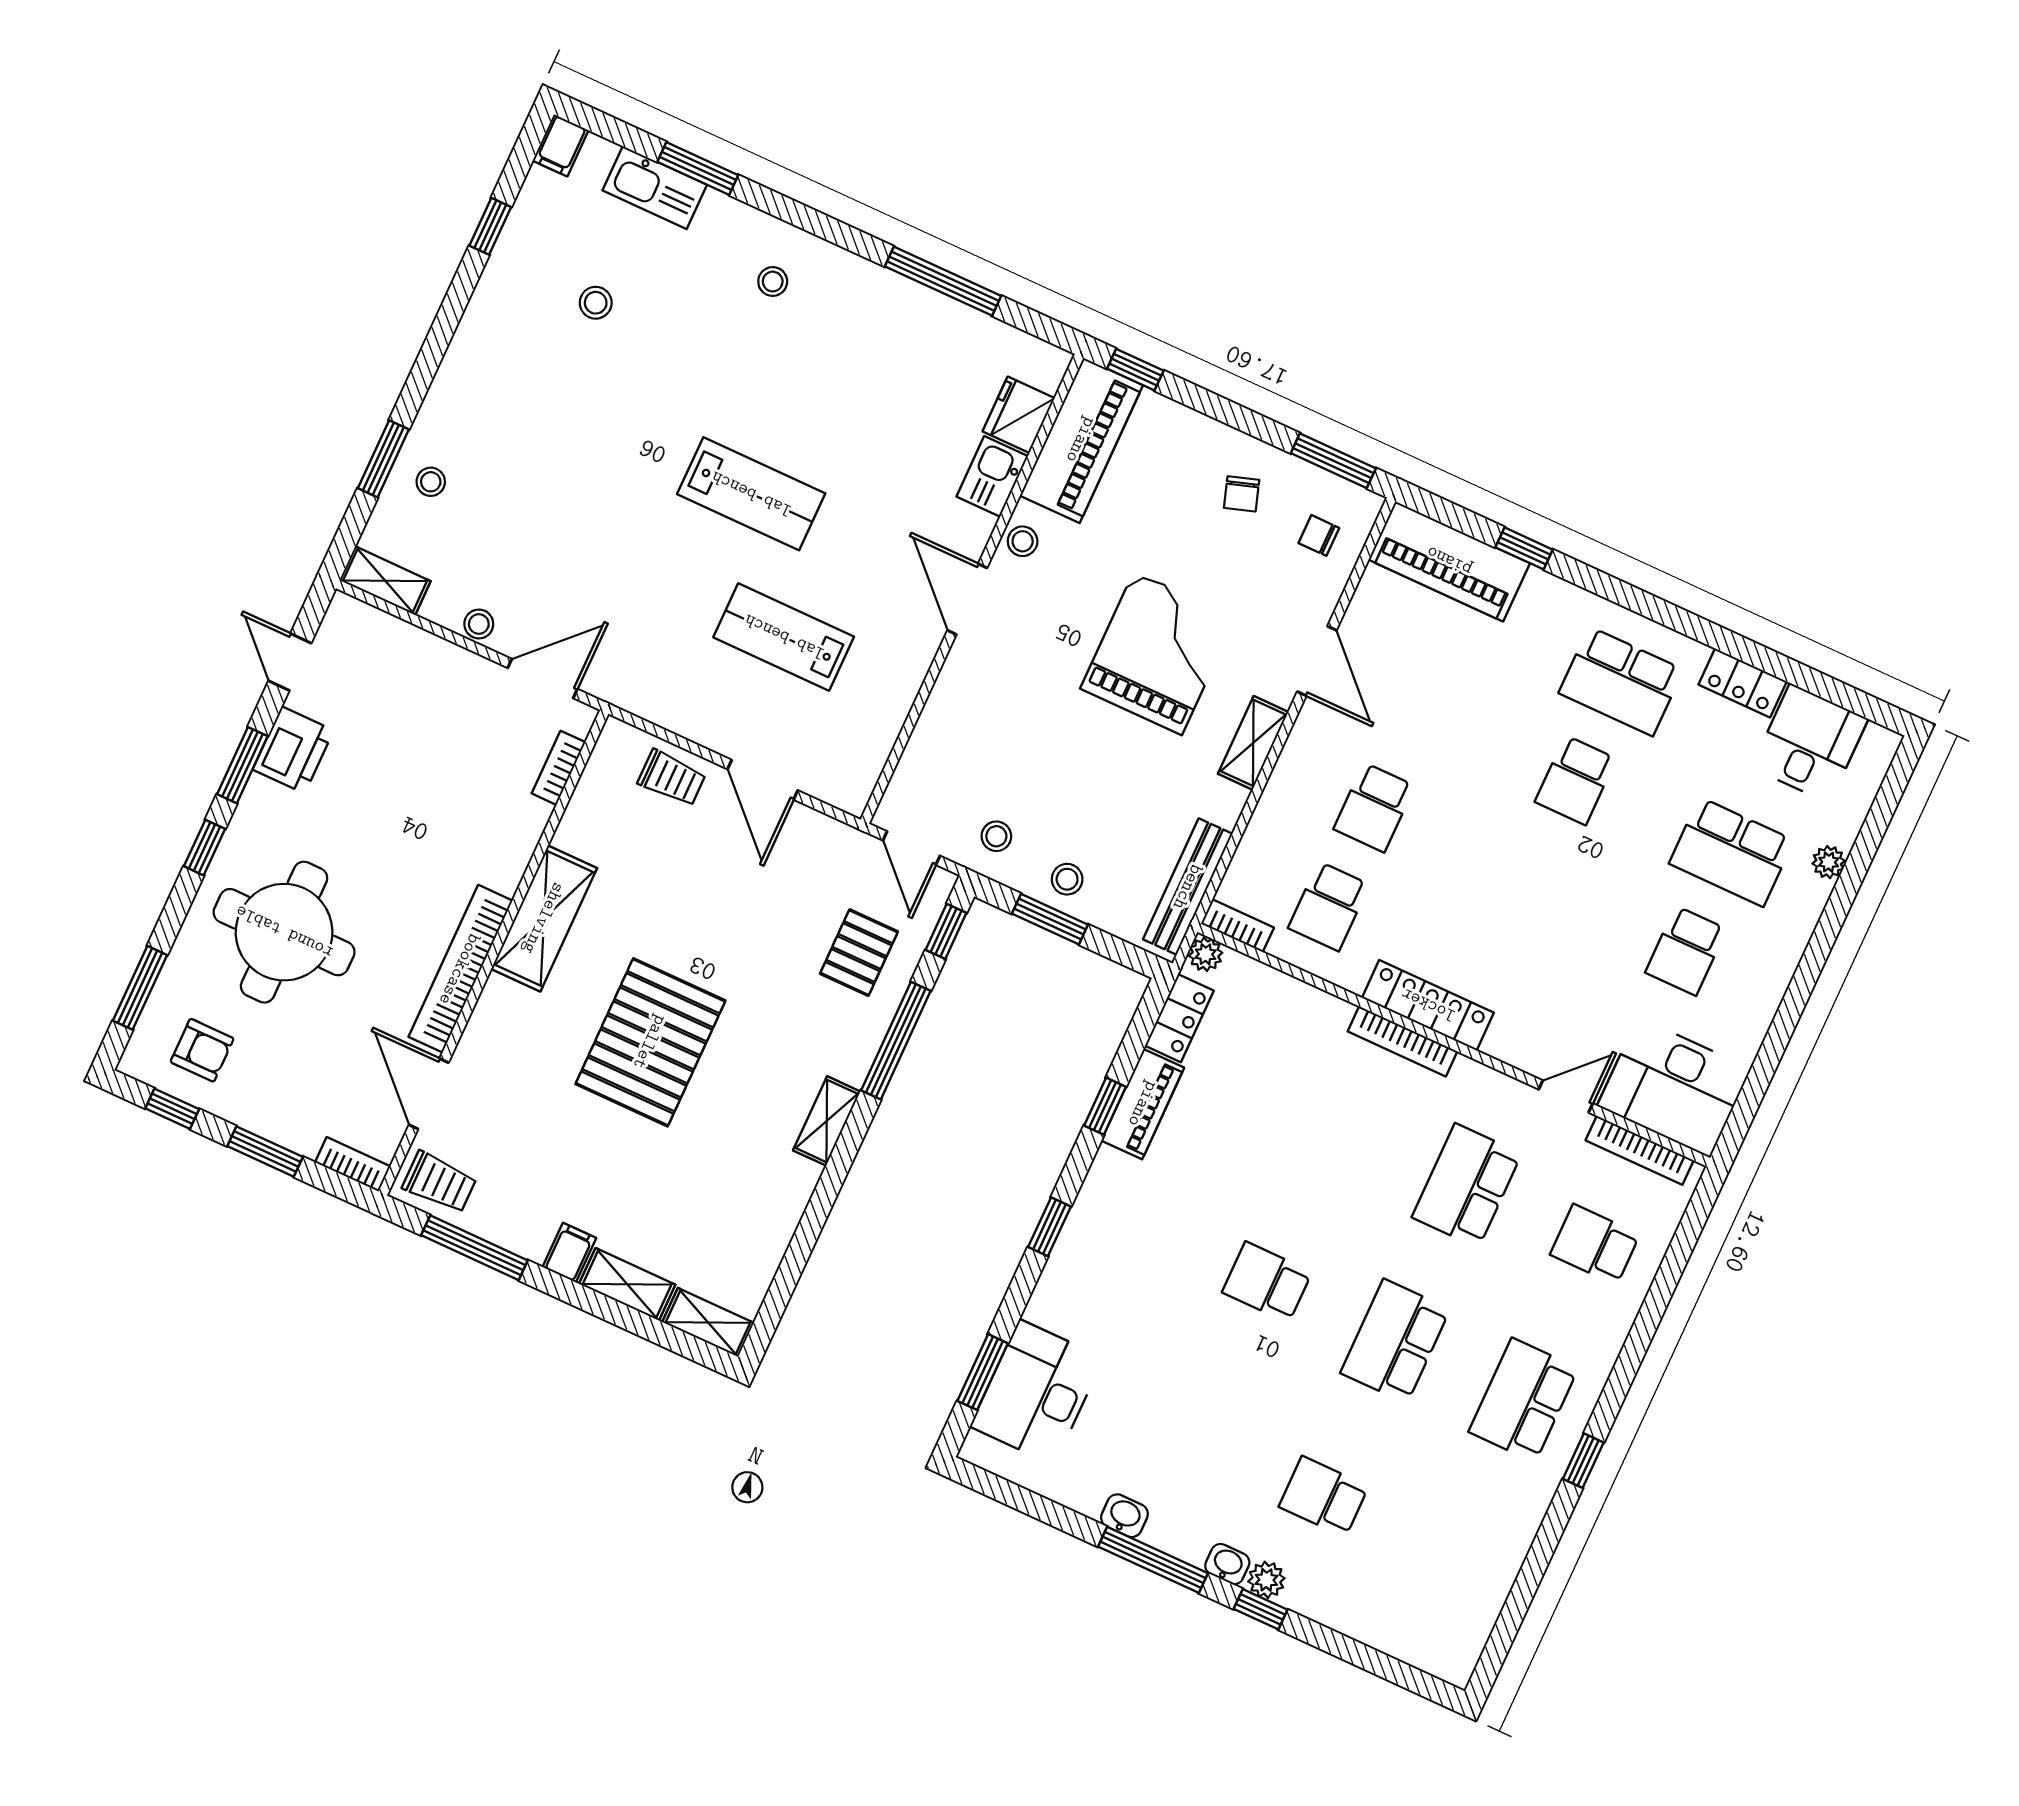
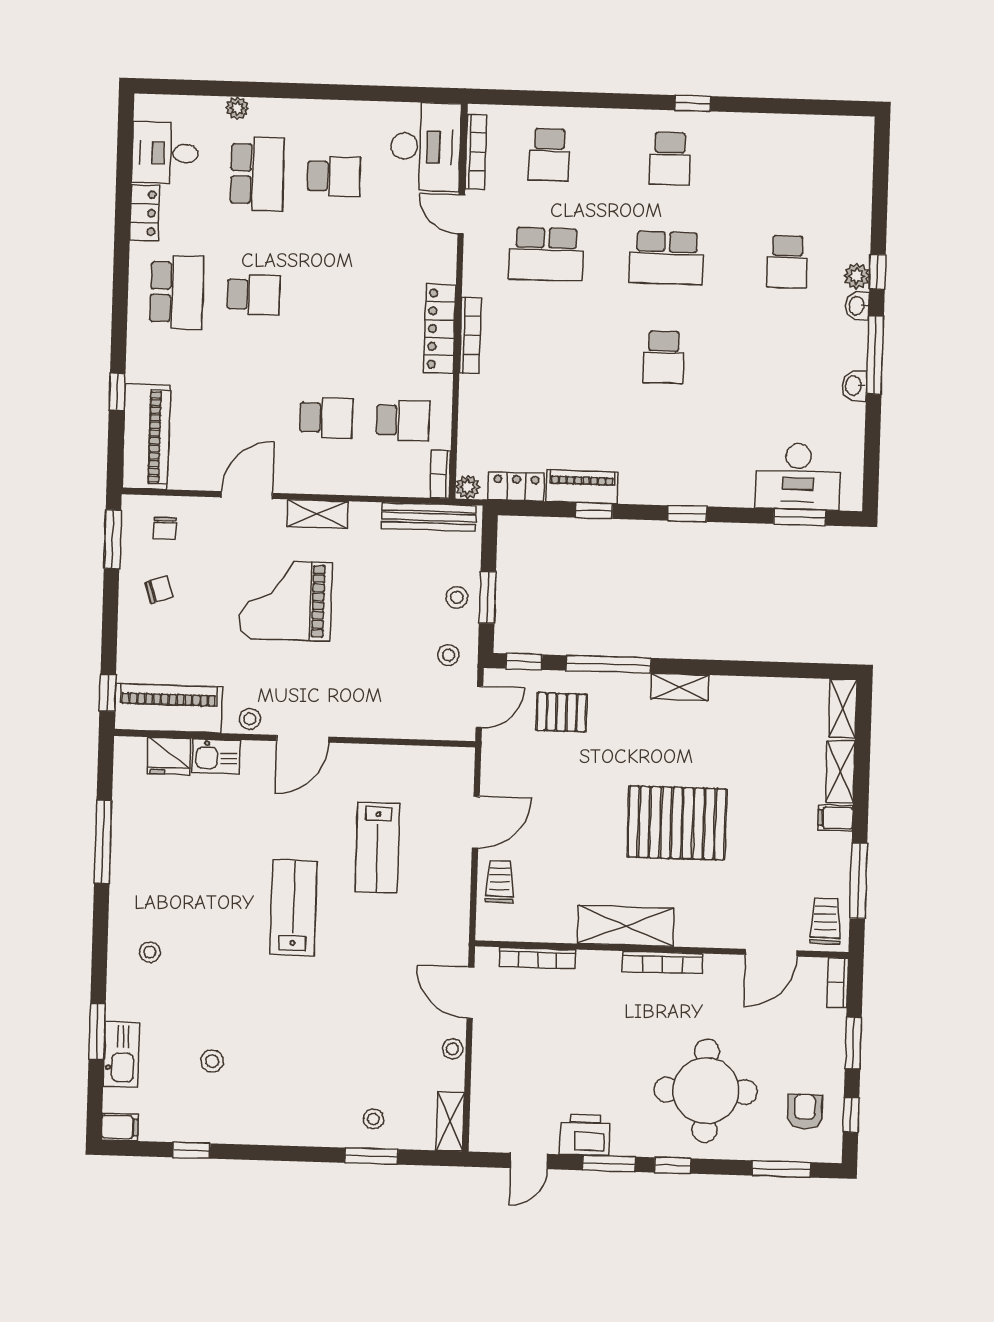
bookcase: (559, 768) -> (538, 958), width x1.56
bookcase: (460, 969) -> (662, 963), width x0.68, depth x0.76
school desk: (1523, 1400) -> (670, 159), width x0.54

